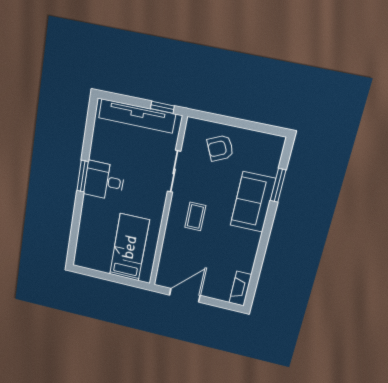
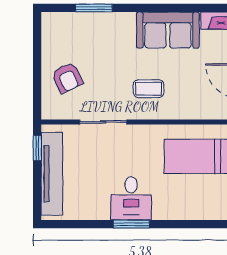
sofa: (253, 202) -> (168, 30), moved

